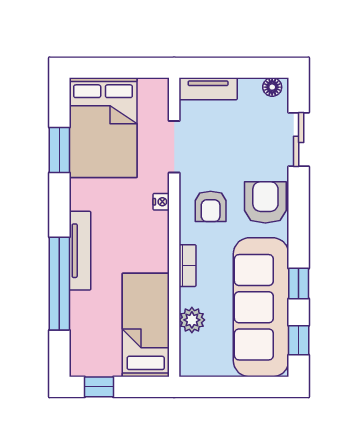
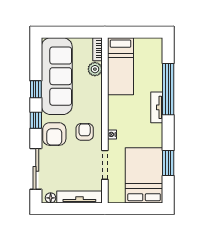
tv unit: (208, 89) -> (79, 197), width x1.41
sliding door: (299, 139) -> (36, 169), width x1.37
tv unit: (80, 251) -> (157, 107), width x0.71
bookcase: (187, 266) -> (97, 49), moved
window: (299, 340) -> (36, 120), moved
window: (99, 387) -> (146, 32), removed

